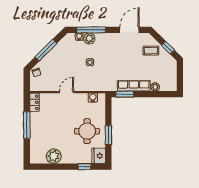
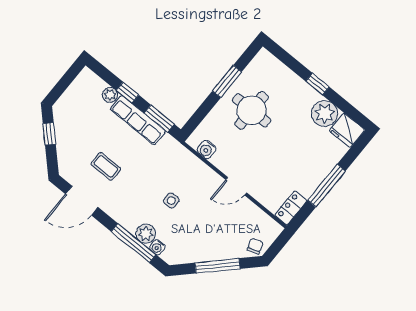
coffee table: (151, 51) -> (106, 166), moved
window: (148, 94) -> (128, 93), added
fridge: (99, 156) -> (347, 130), moved, turned 90
window: (84, 167) -> (318, 84), moved

